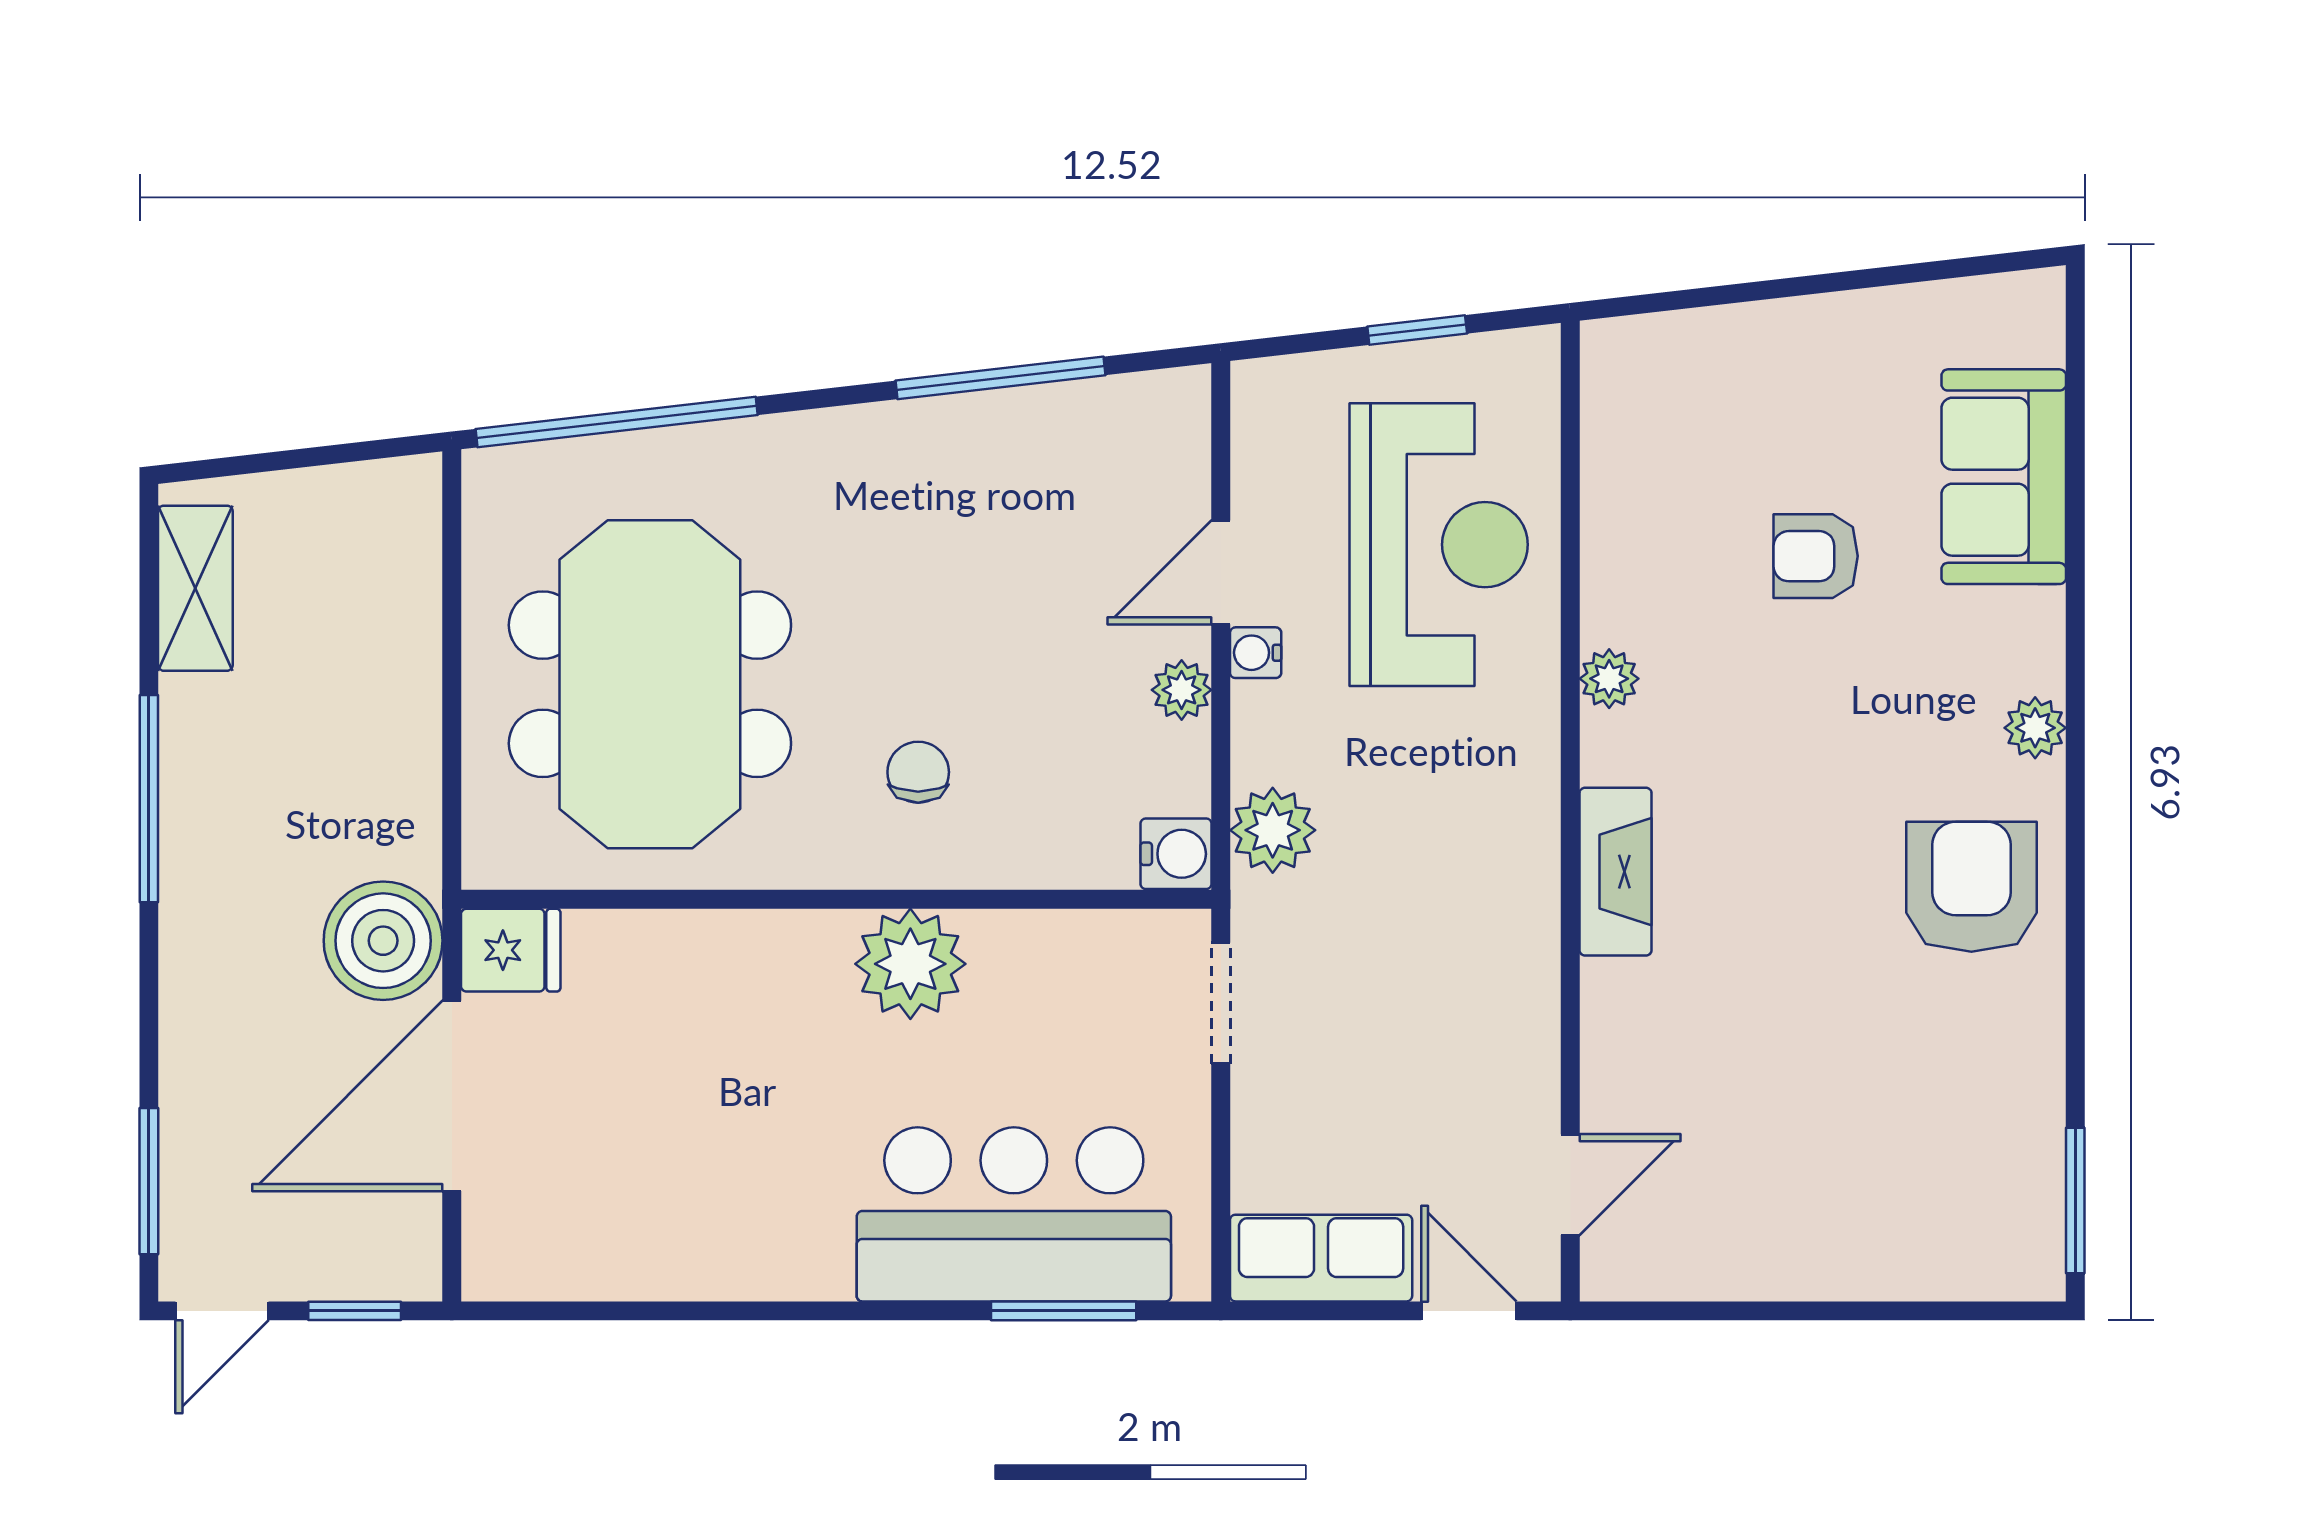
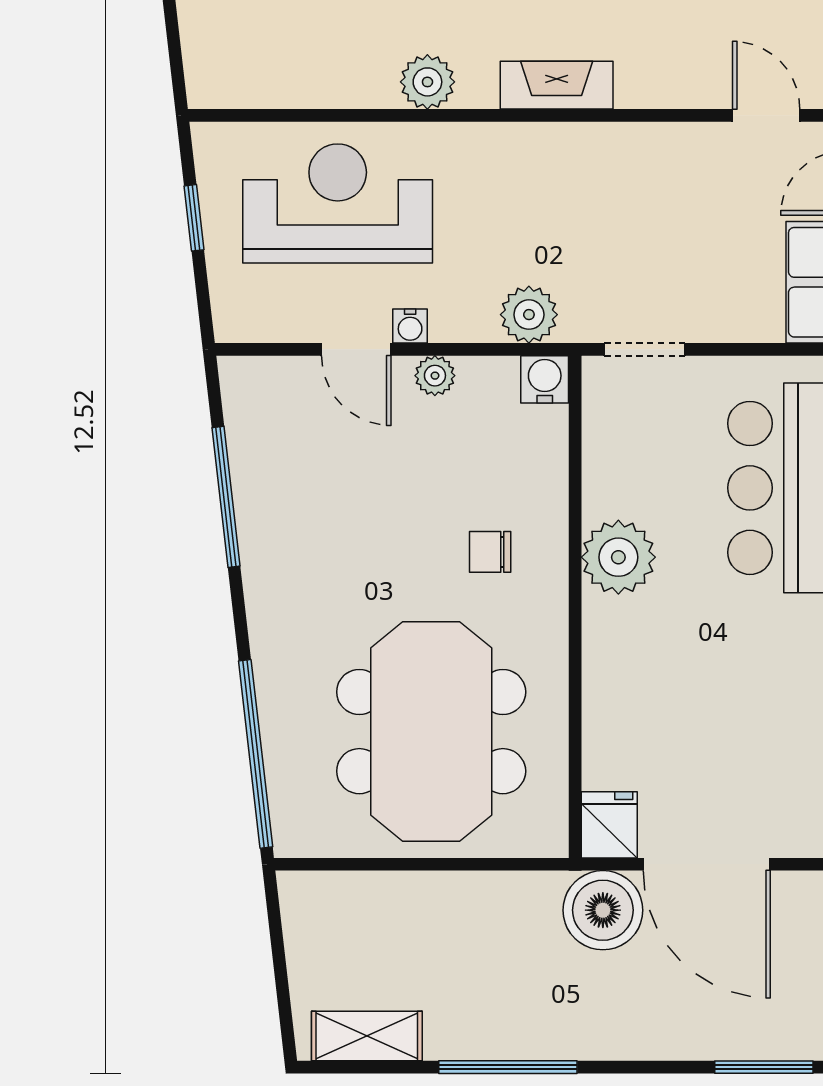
plant: (1609, 679) -> (427, 82), width x1.38, depth x1.38
meeting table: (650, 684) -> (431, 732), turned 90

